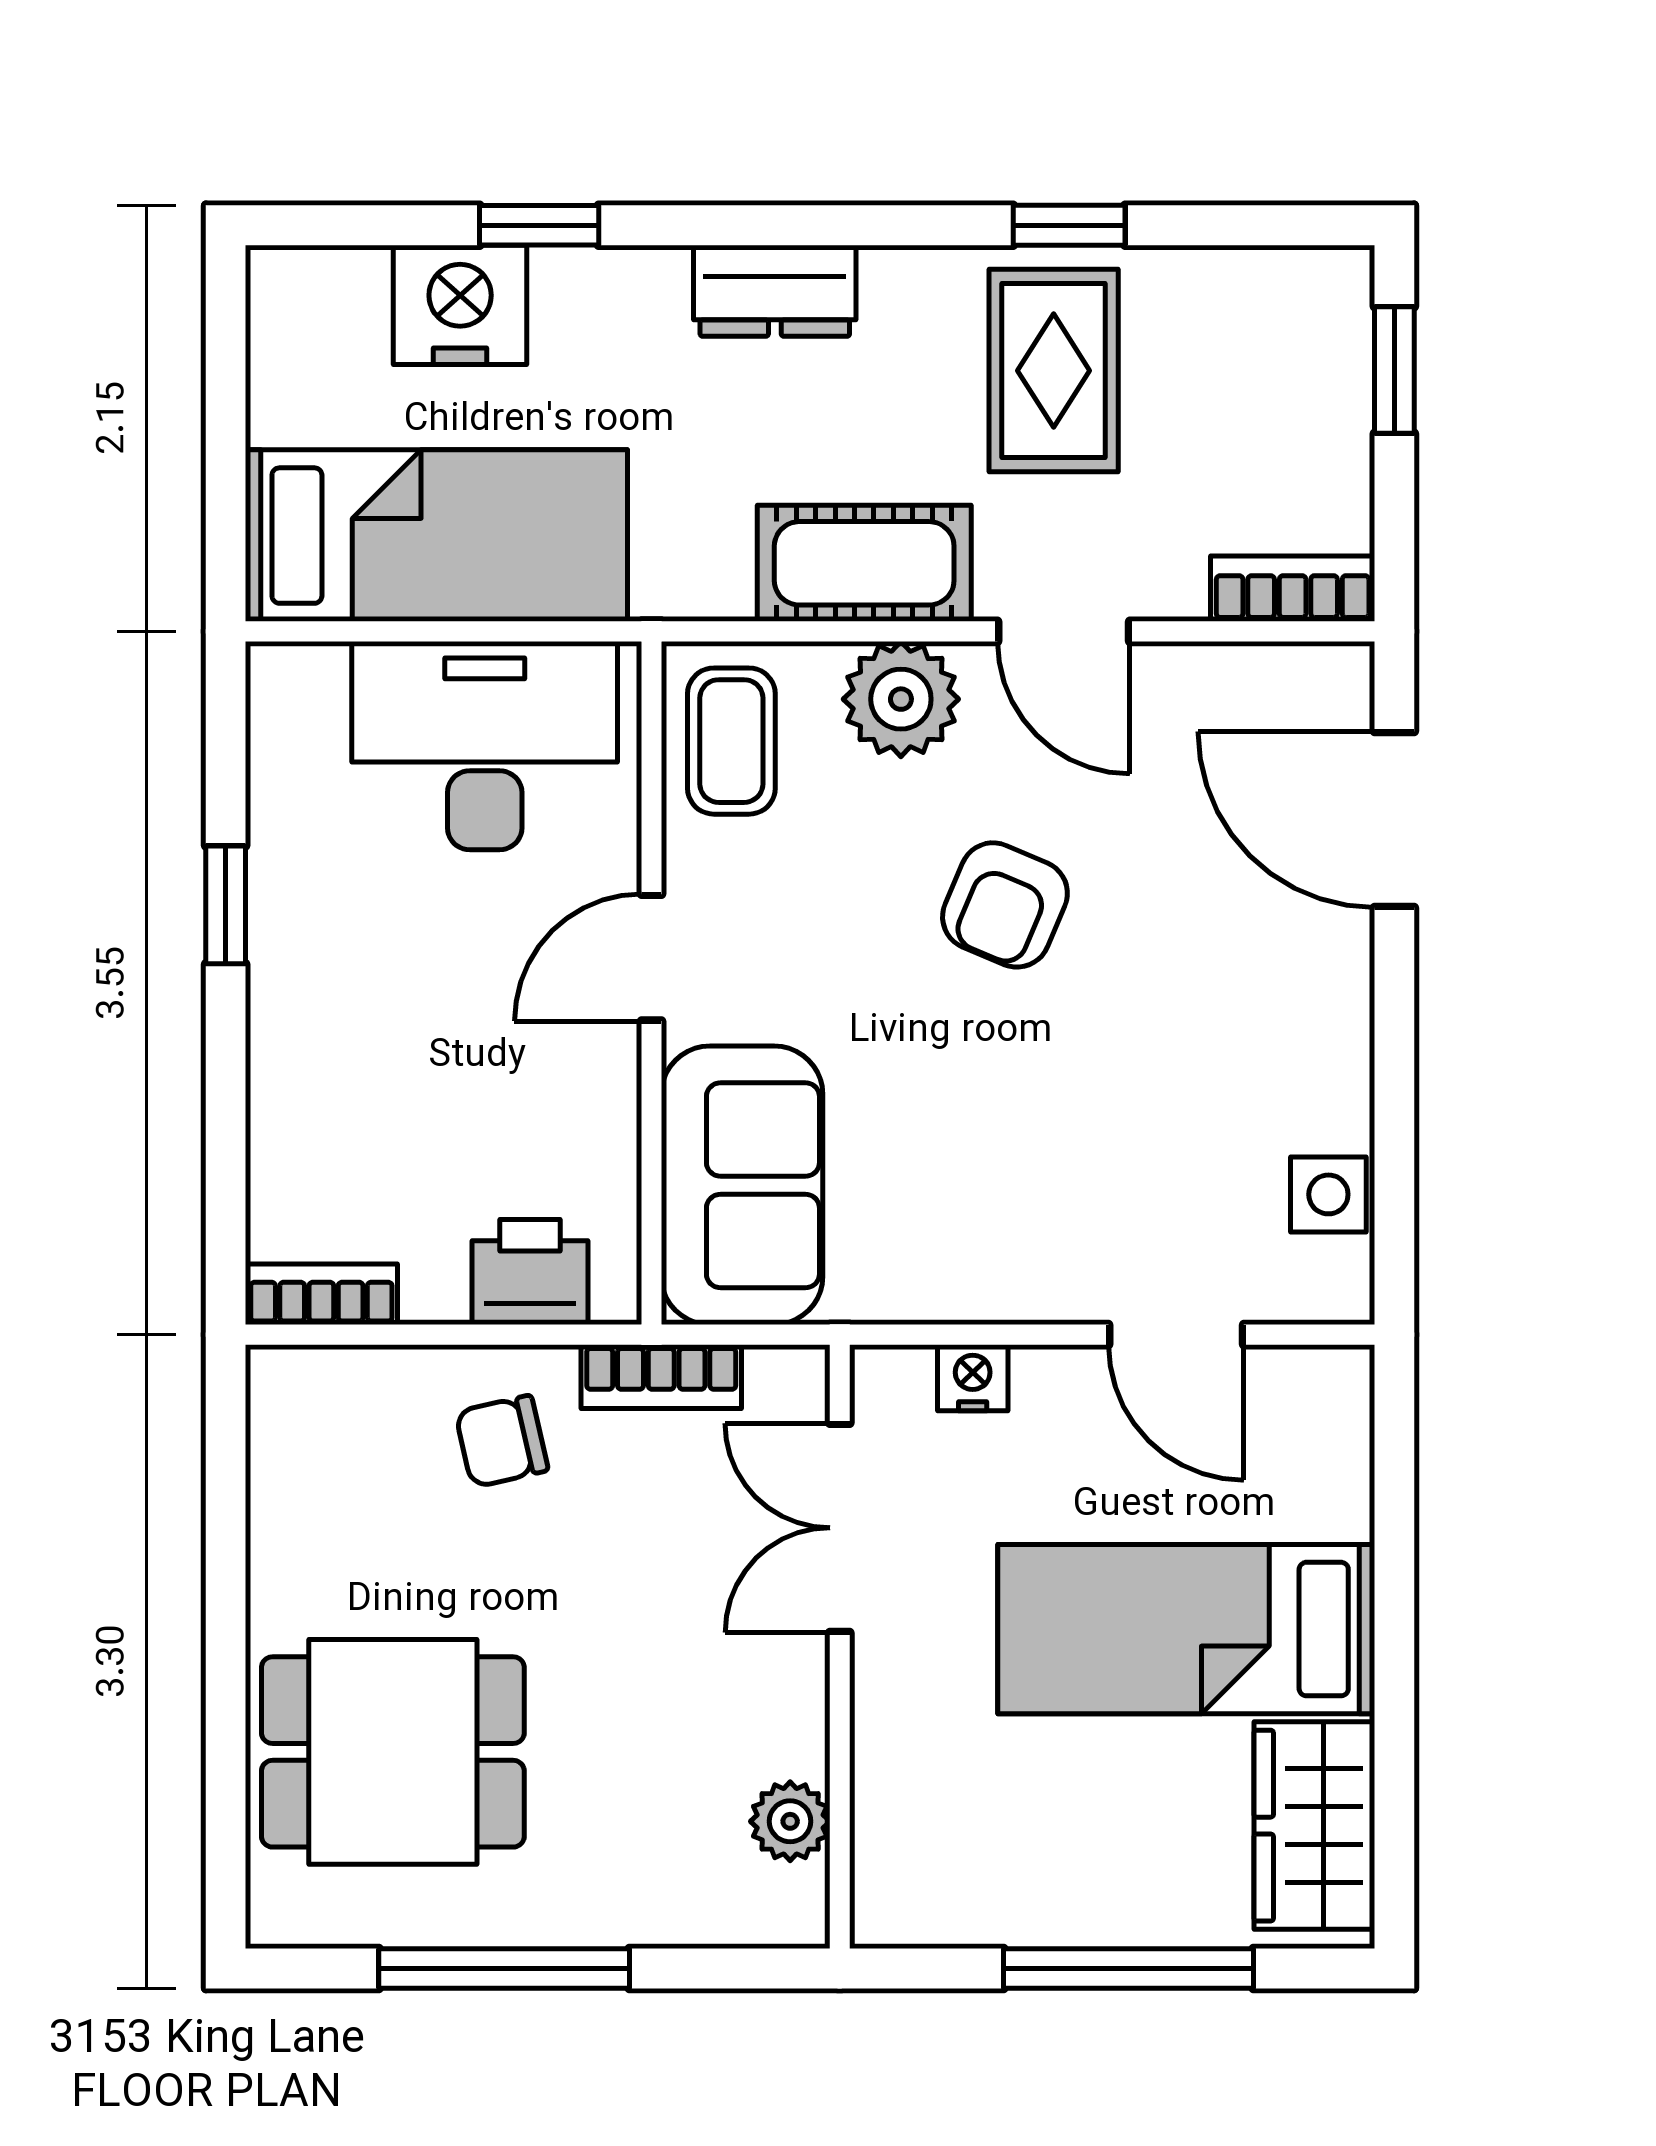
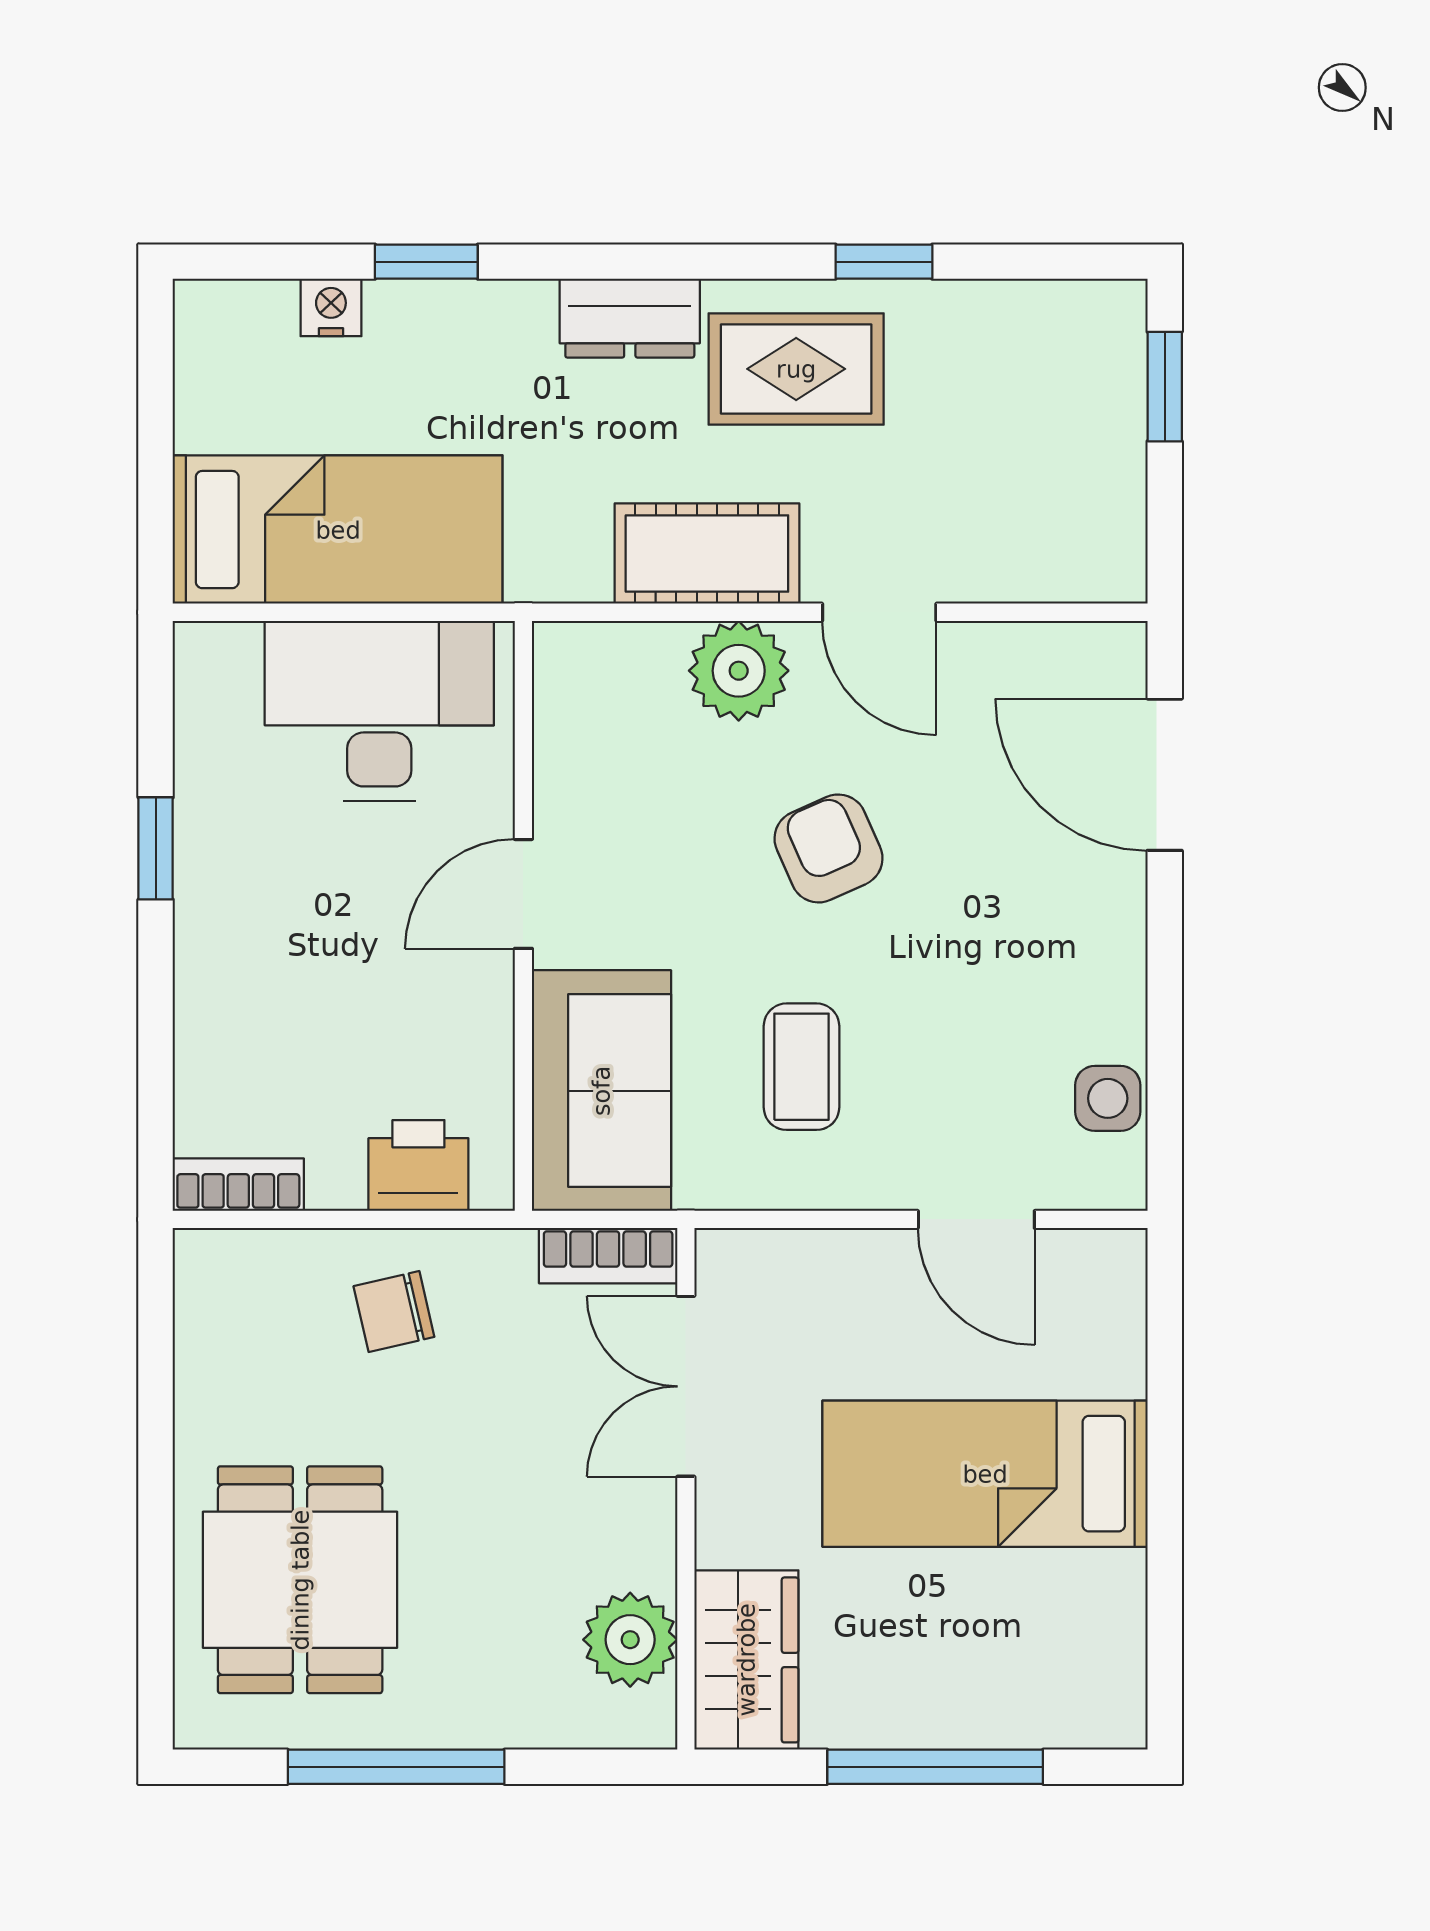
nightstand: (460, 305) -> (331, 307), width x0.53, depth x0.56
rug: (1054, 371) -> (796, 369), moved, turned 90
bookcase: (1293, 589) -> (1077, 575), removed
coffee table: (731, 741) -> (802, 1067), moved
armchair: (1005, 905) -> (828, 848), turned 133
bookcase: (661, 1377) -> (608, 1256), moved
nightstand: (973, 1378) -> (801, 1257), removed
dining table: (393, 1752) -> (300, 1580), turned 90
plant: (790, 1821) -> (630, 1640), width x1.38, depth x1.38
wardrobe: (1314, 1826) -> (746, 1660), moved, turned 180

